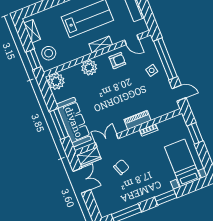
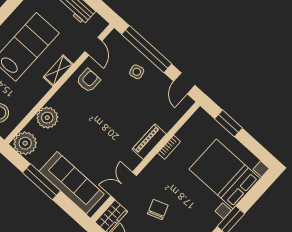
door: (132, 40) -> (93, 46), hinge flipped
plant: (89, 68) -> (47, 118), moved
door: (179, 93) -> (184, 83), swing flipped
window: (59, 124) -> (41, 182), moved
bed with nightstands: (183, 163) -> (225, 174), width x1.36

